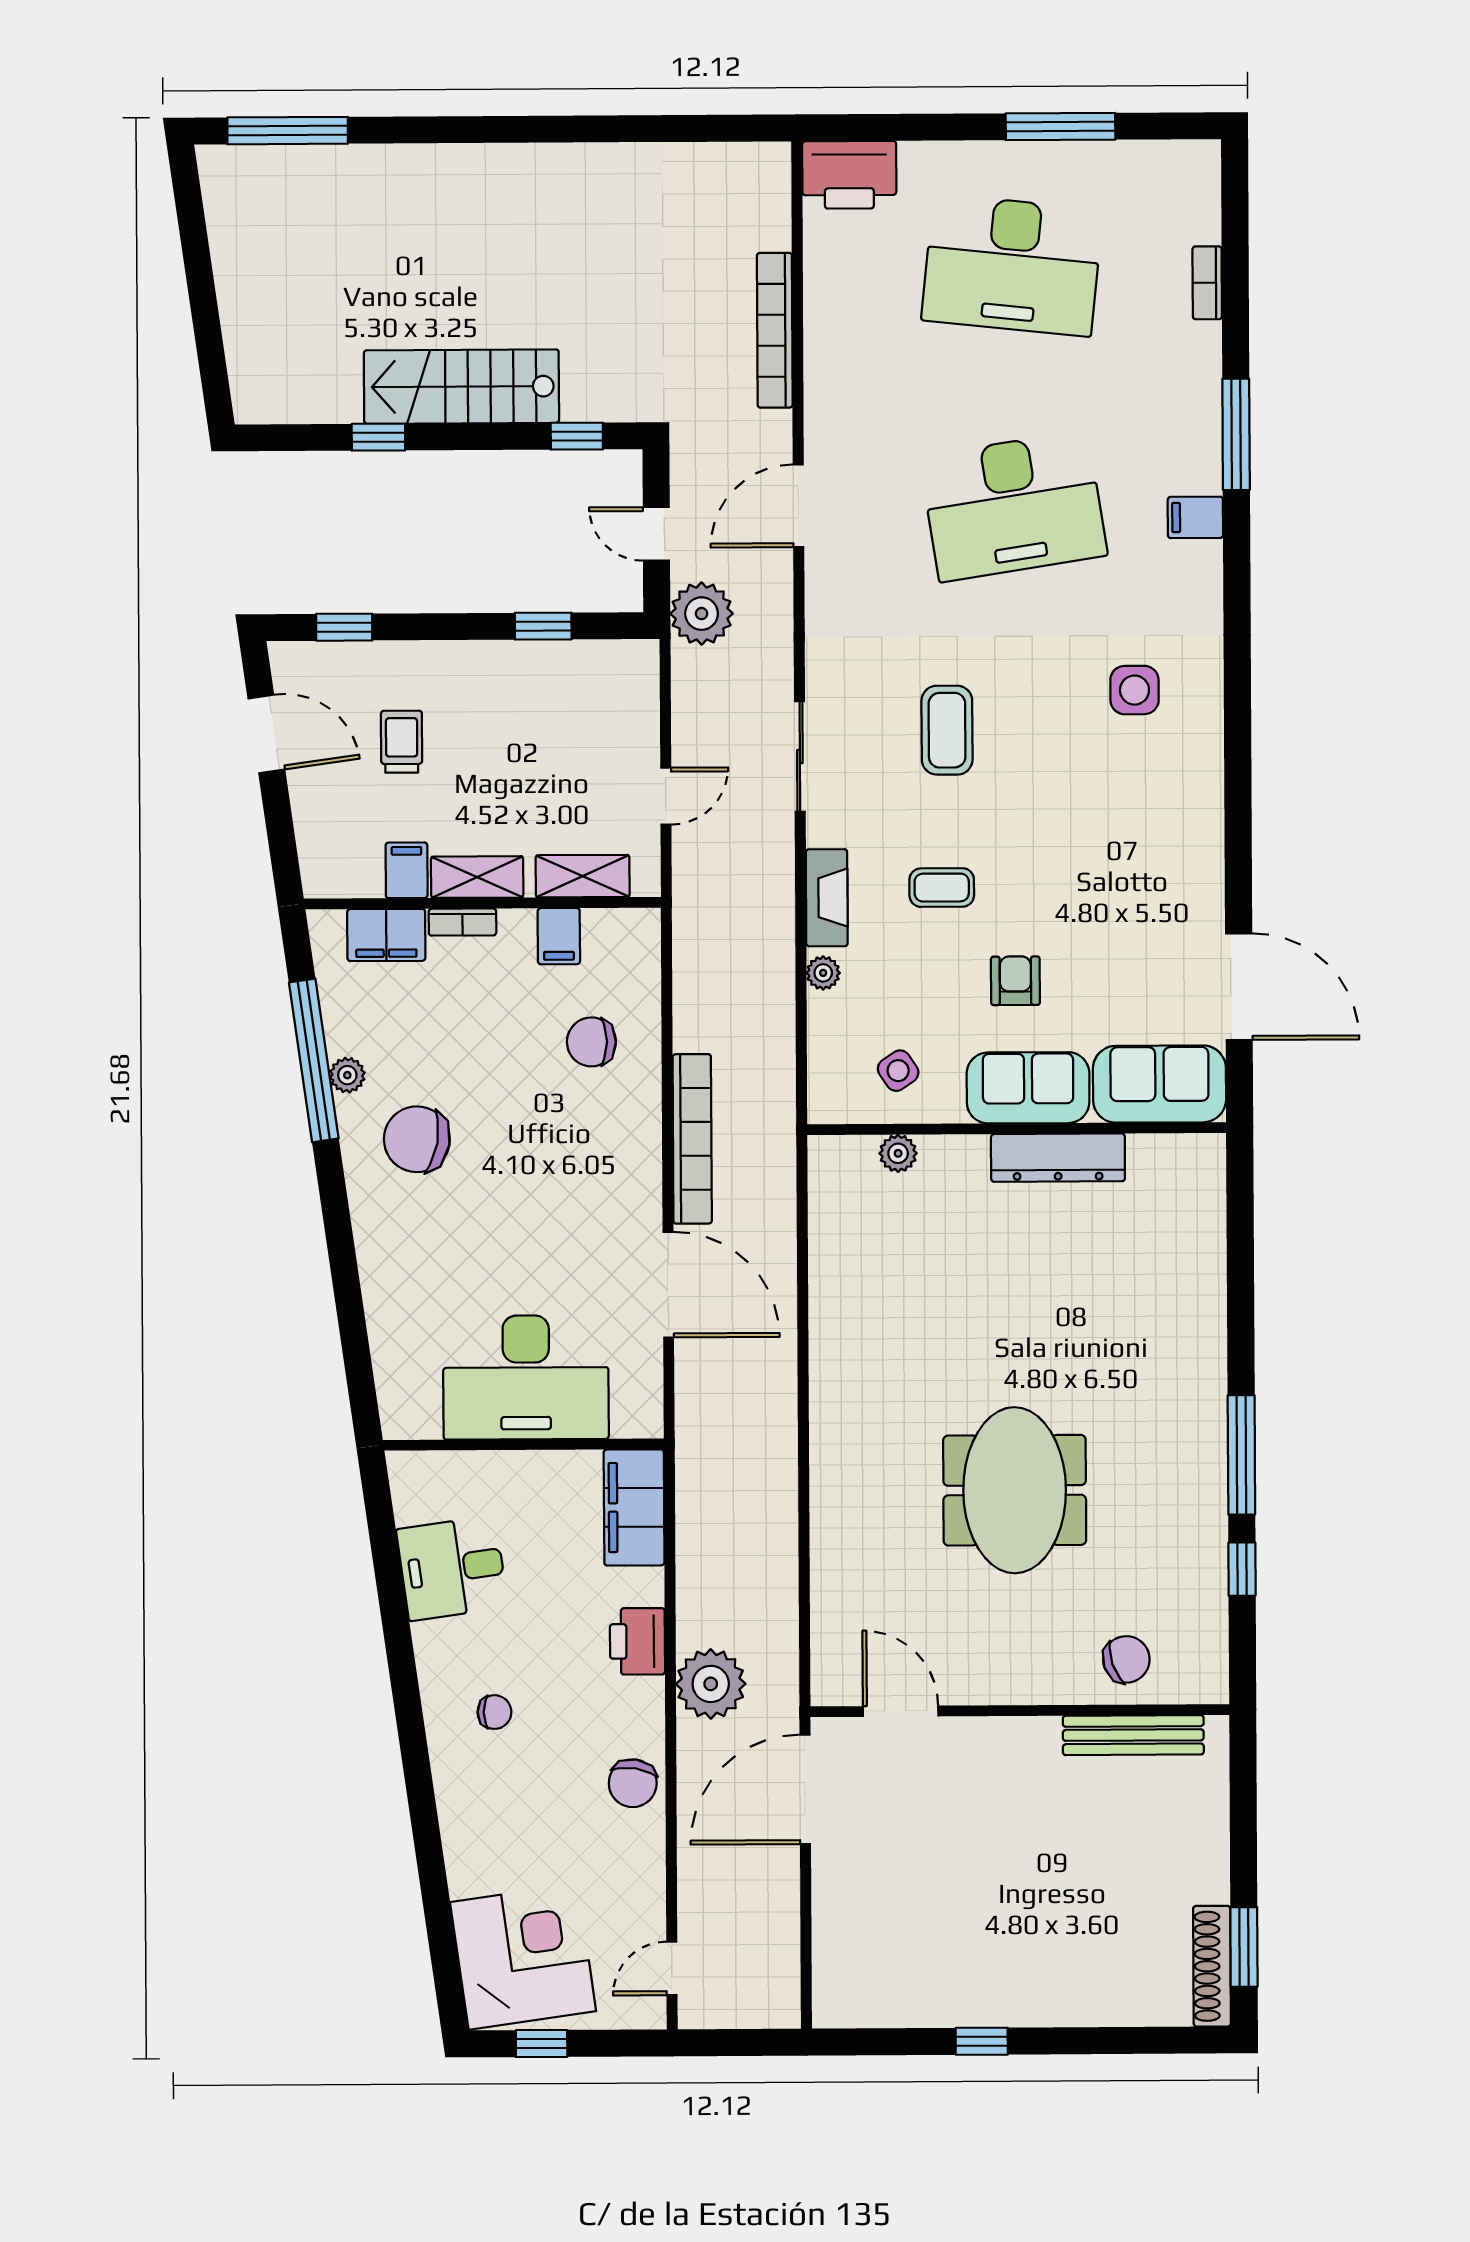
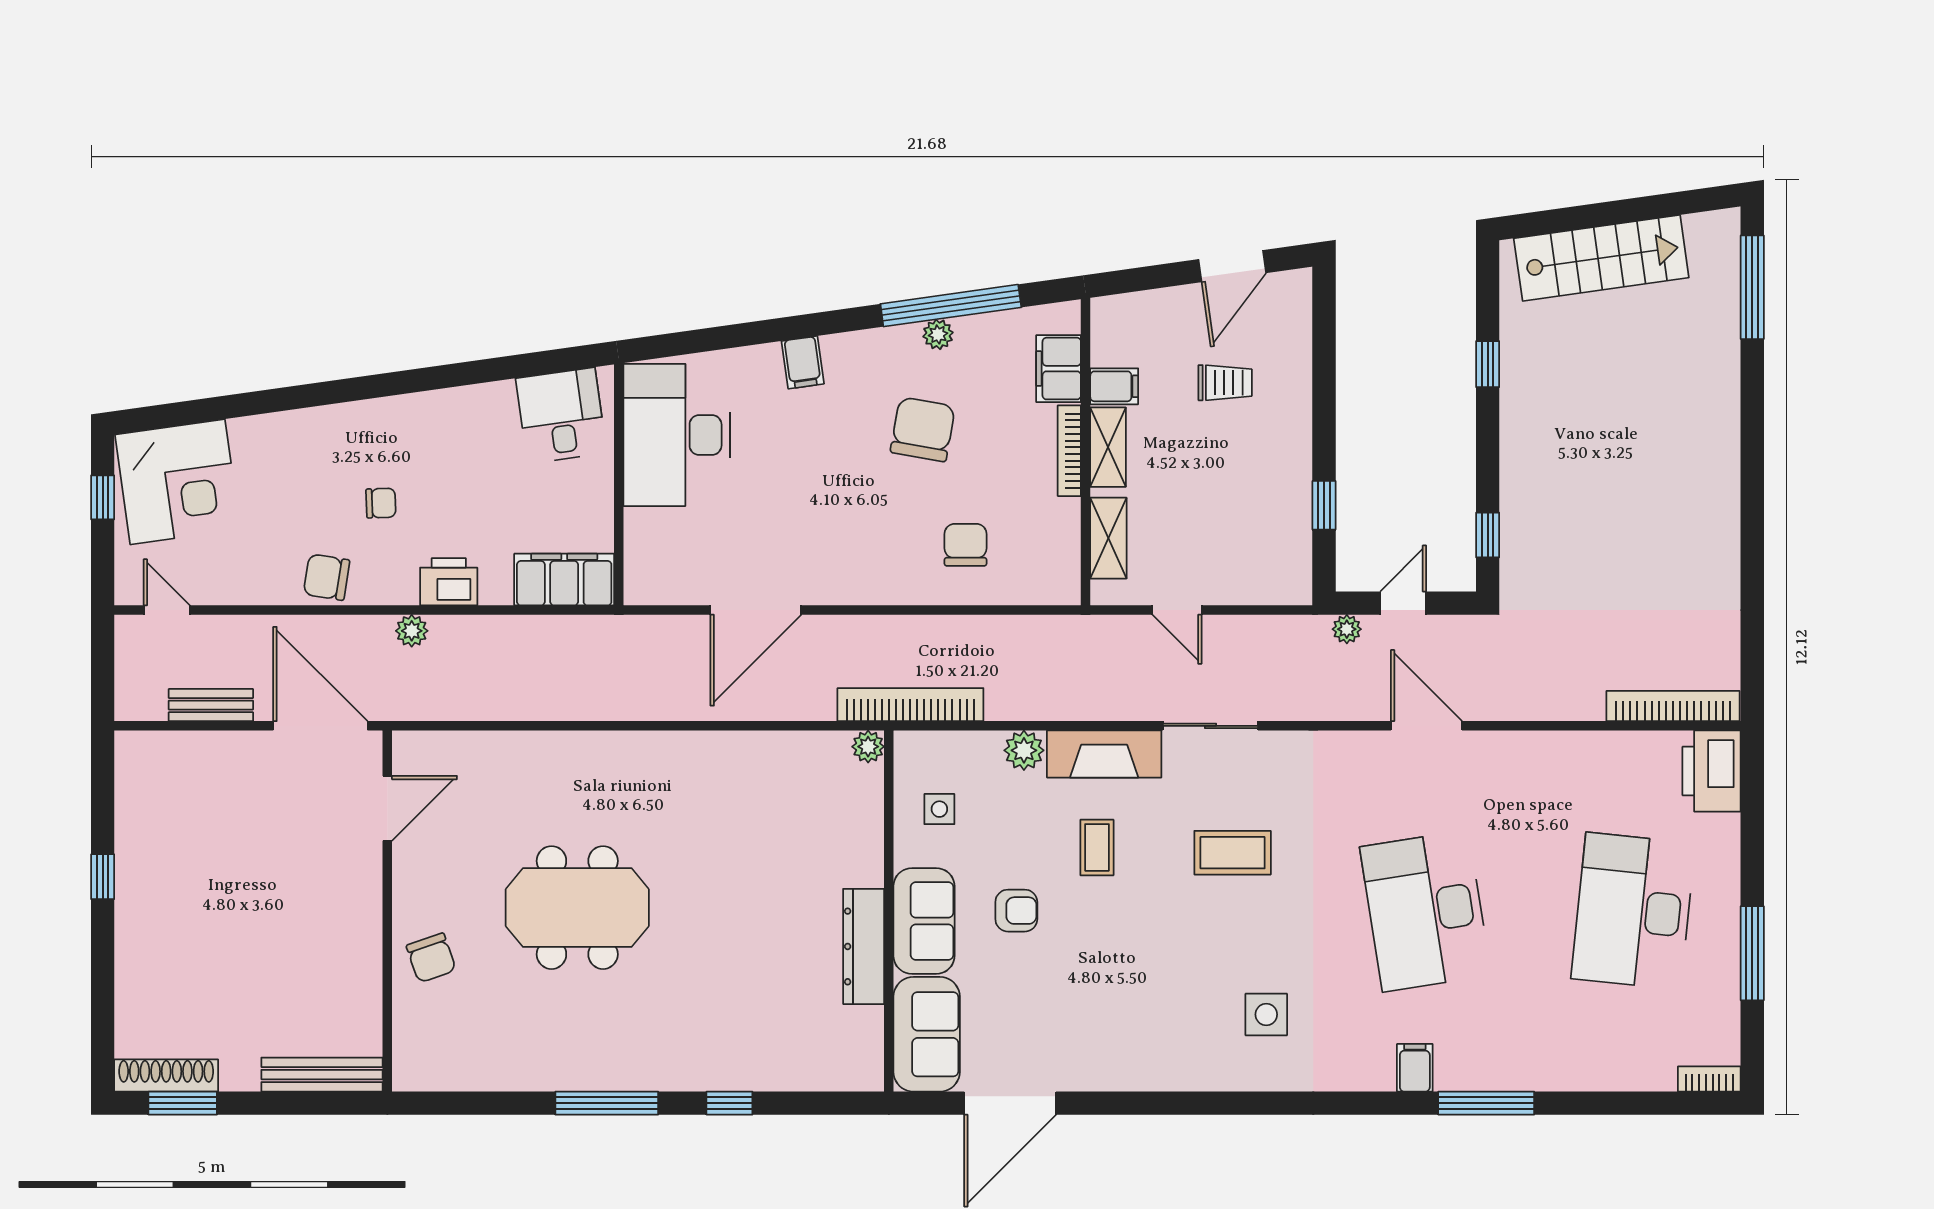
bookcase: (1207, 283) -> (1709, 1079), moved
bookcase: (775, 330) -> (1673, 706), moved
stairs: (461, 387) -> (1601, 258), moved, turned 82
plant: (702, 614) -> (1347, 629), width x0.53, depth x0.53
window: (344, 627) -> (1324, 334), removed
fireplace: (827, 898) -> (1104, 754), width x1.37, depth x1.32
bookcase: (462, 922) -> (1069, 451), width x1.56
filing cabinet: (559, 936) -> (803, 362), moved, turned -98
plant: (823, 973) -> (1024, 750), width x1.38, depth x1.38
side table: (898, 1071) -> (939, 809), turned 34
chair: (417, 1139) -> (923, 429), moved
bookcase: (692, 1139) -> (910, 705), moved, turned 180
plant: (898, 1153) -> (868, 747), moved
desk: (526, 1377) -> (677, 435), moved
desk: (452, 1568) -> (561, 416), moved
window: (1242, 1569) -> (729, 1103), moved
chair: (1126, 1659) -> (431, 958), moved
plant: (711, 1684) -> (412, 631), width x0.53, depth x0.53
chair: (494, 1712) -> (381, 503), moved, turned -92
bench: (1133, 1735) -> (322, 1075), moved, turned 90
bench: (782, 1917) -> (211, 705), added

